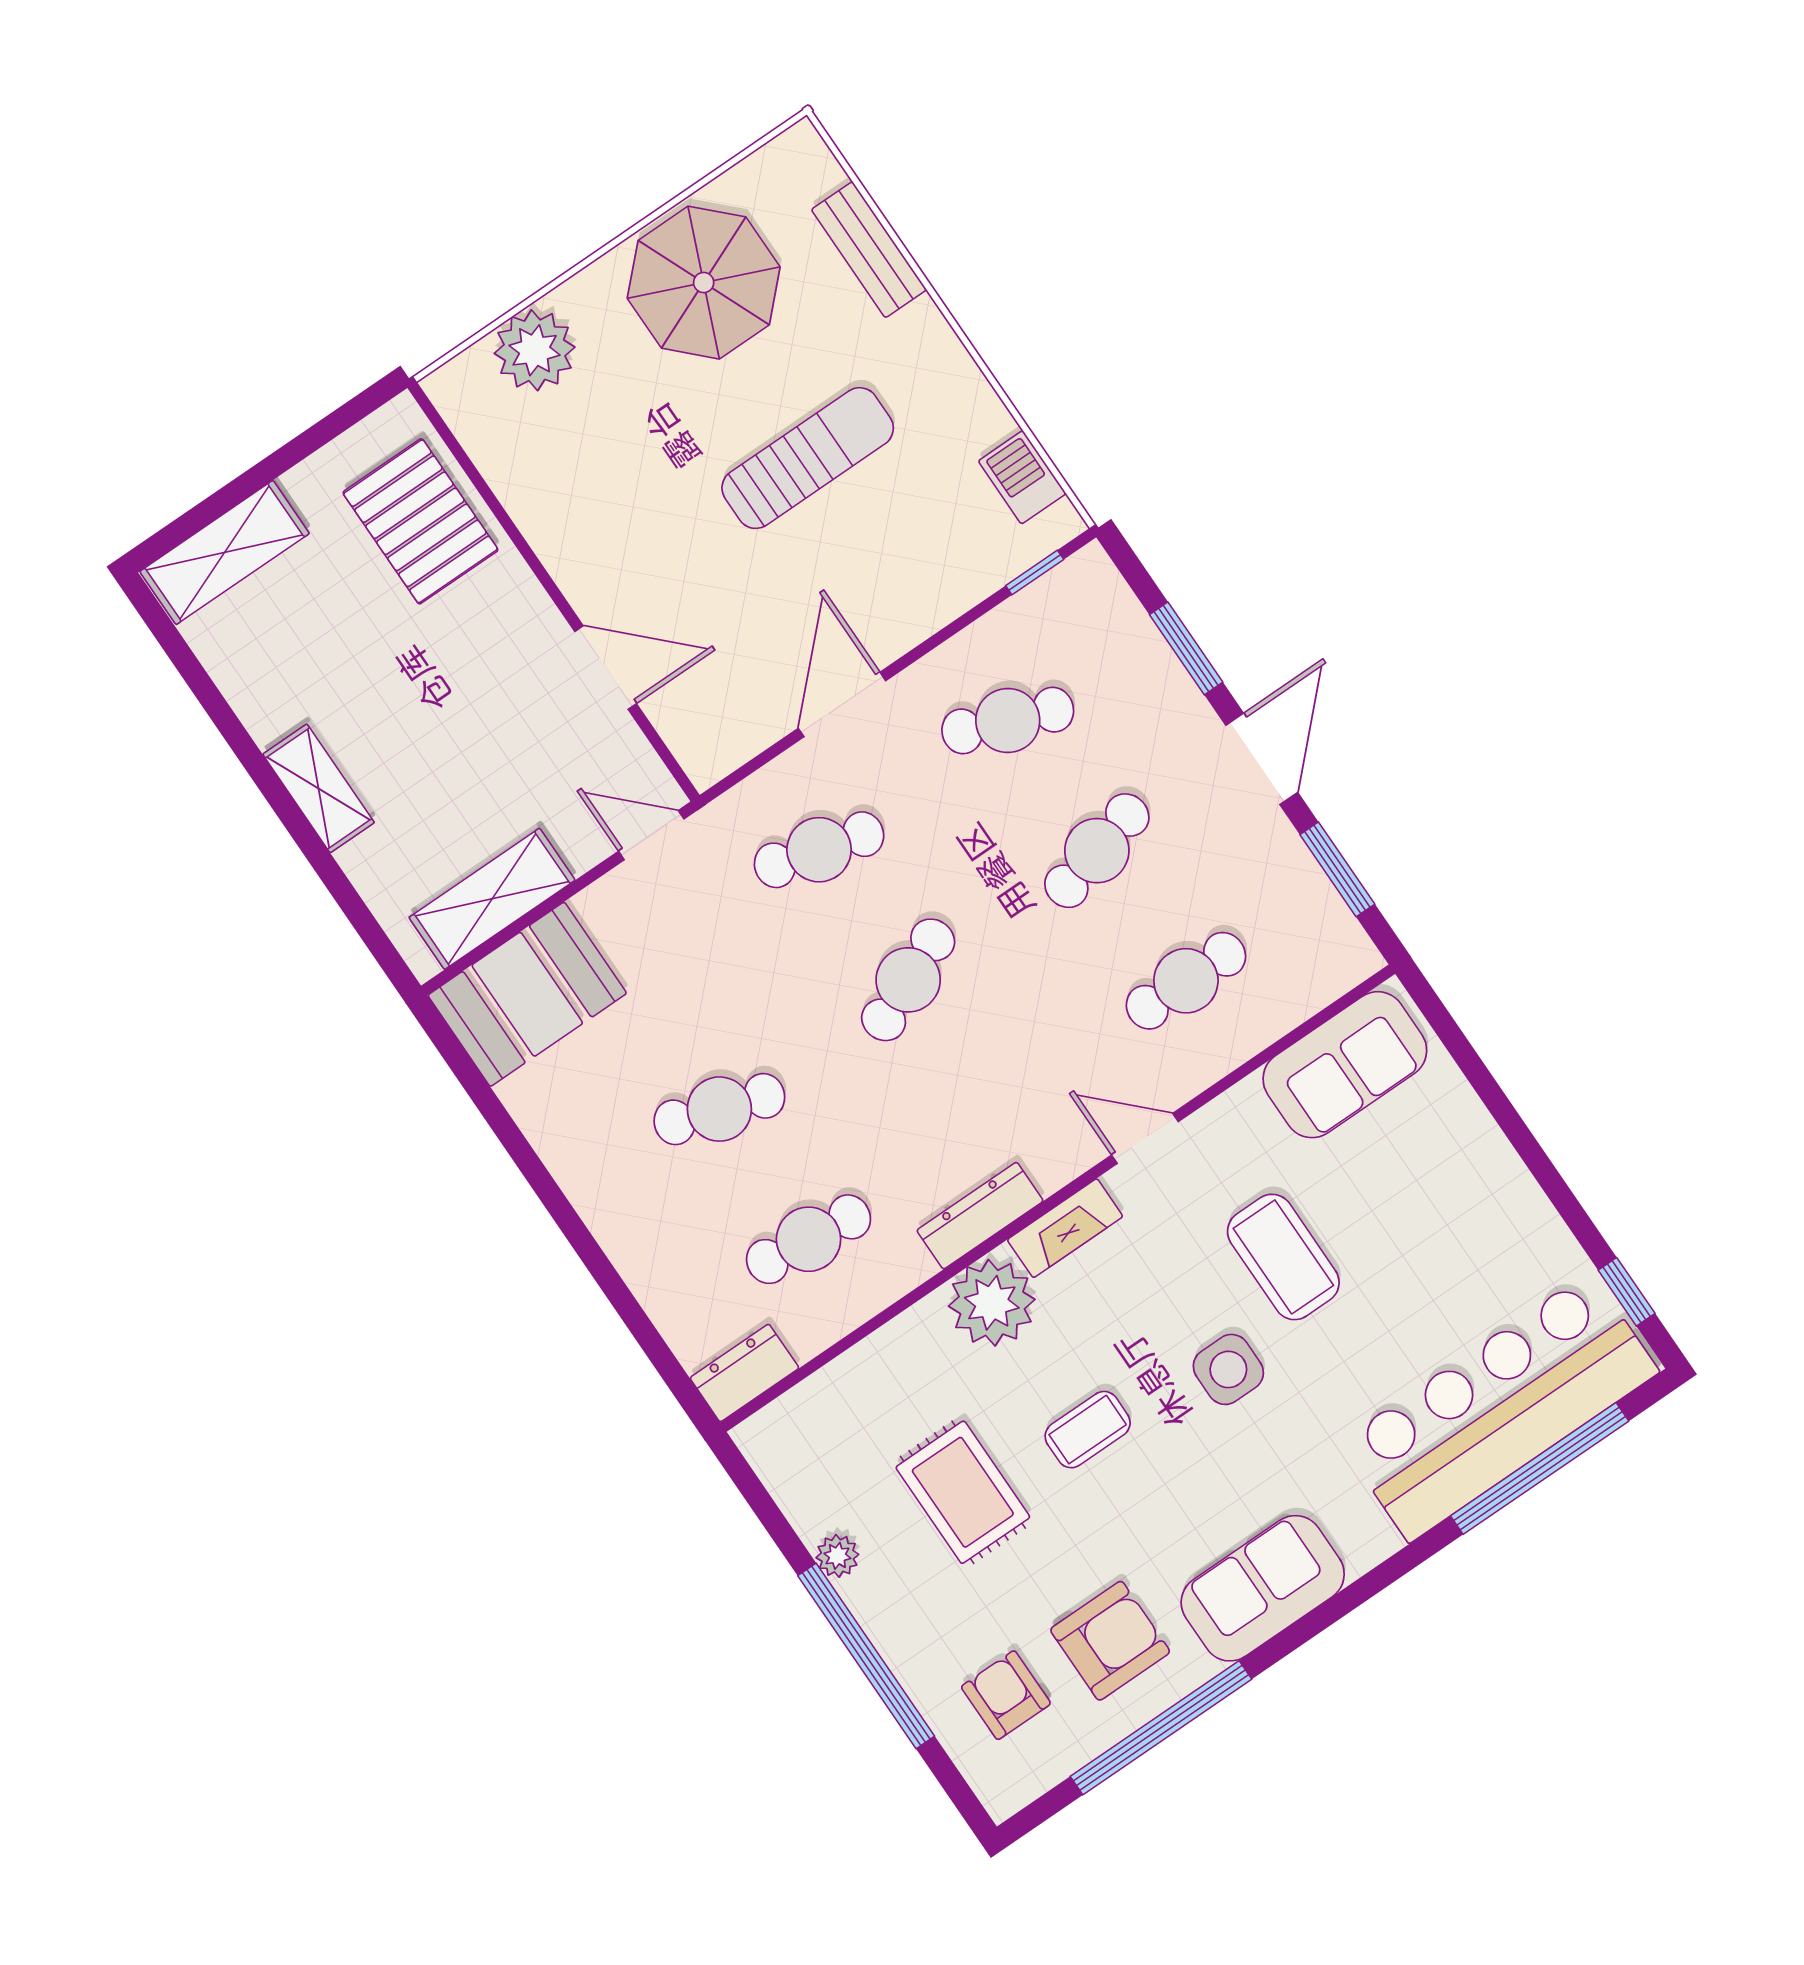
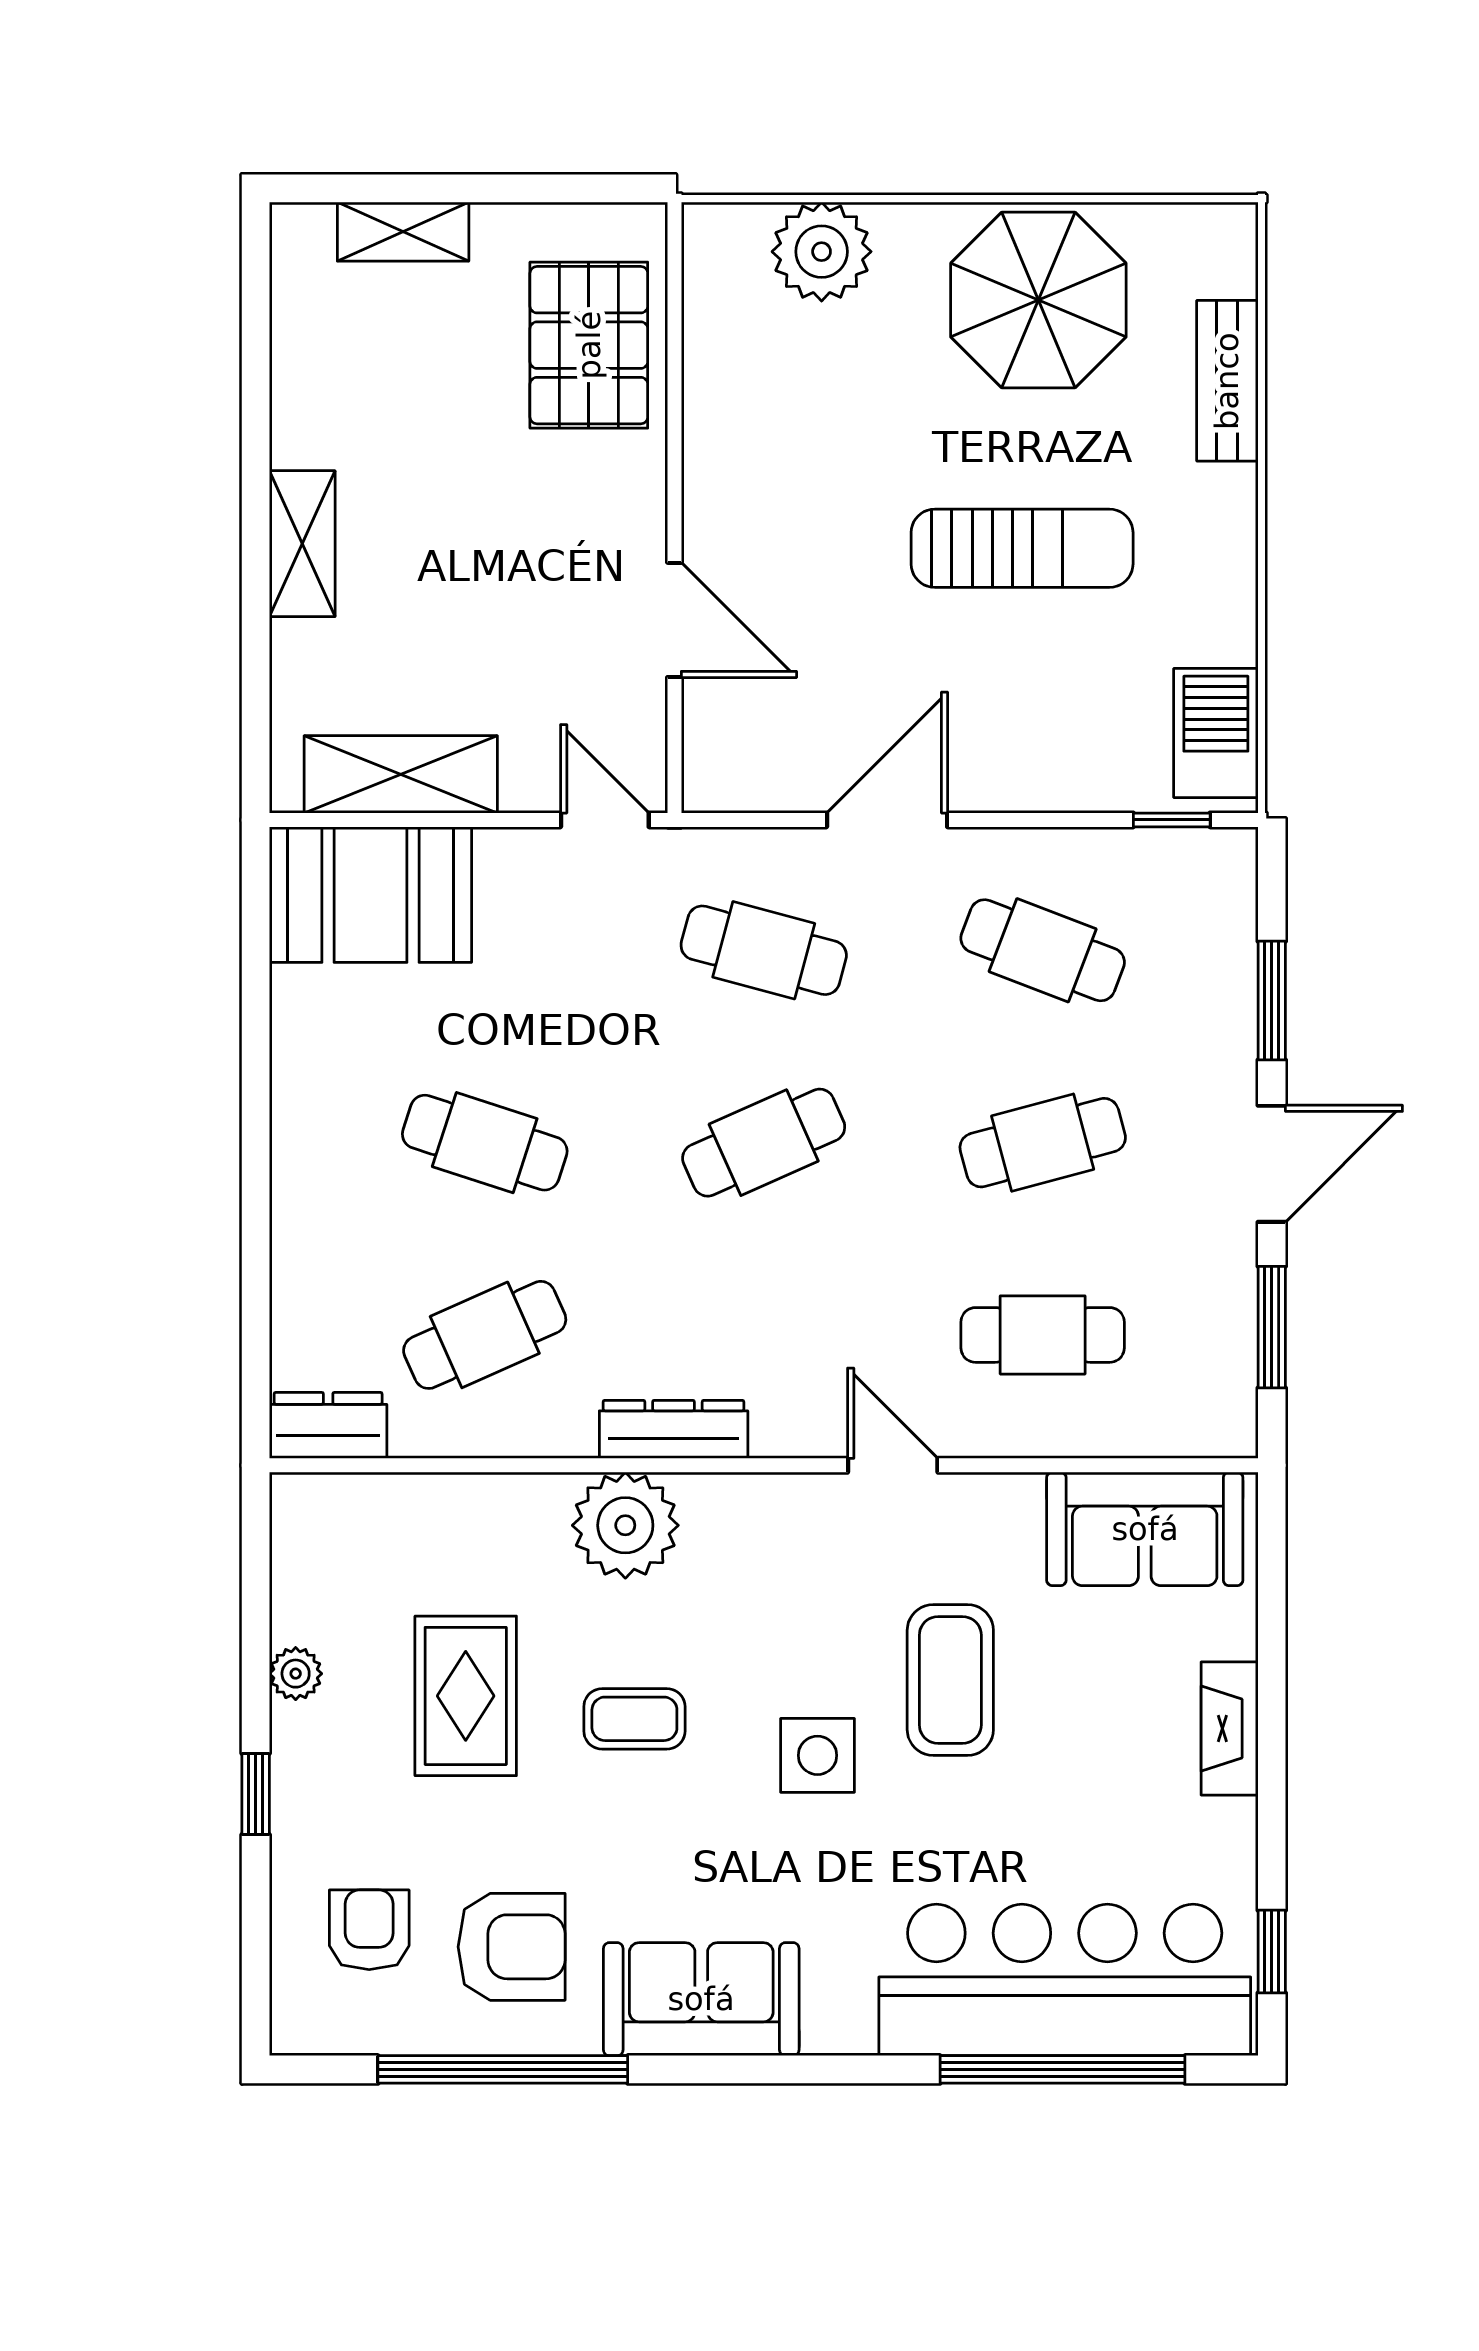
barbecue: (1022, 477) -> (1216, 733), width x1.38, depth x1.27
shelving: (225, 552) -> (403, 232), width x0.67, depth x0.75
fireplace: (1065, 1228) -> (1230, 1729), moved, turned 90
cafe table: (809, 1239) -> (485, 1335), turned -30
window: (866, 1656) -> (256, 1794), width x0.32

